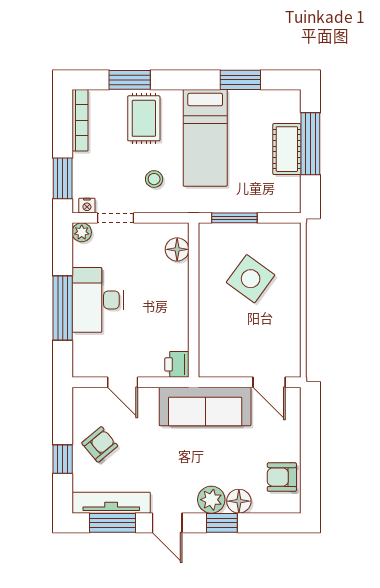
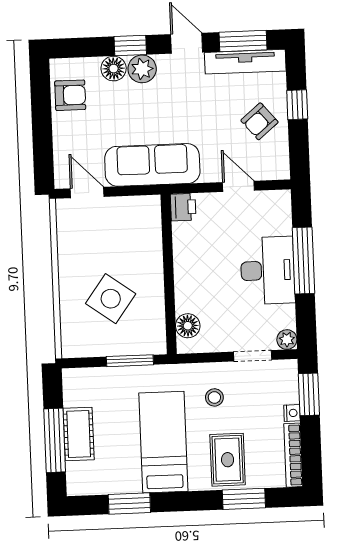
nightstand: (87, 206) -> (292, 413), moved, turned 90

